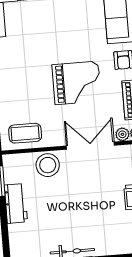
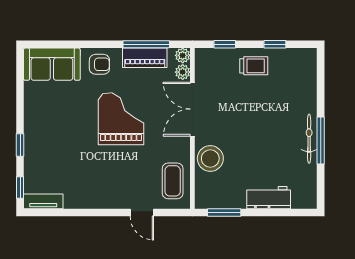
workbench: (16, 203) -> (269, 198), moved

